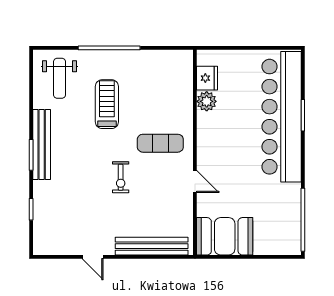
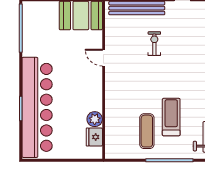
treadmill: (107, 104) -> (171, 117), turned 180
exercise mat: (160, 143) -> (147, 131), moved, turned 90
exercise bike: (121, 177) -> (154, 44), moved

